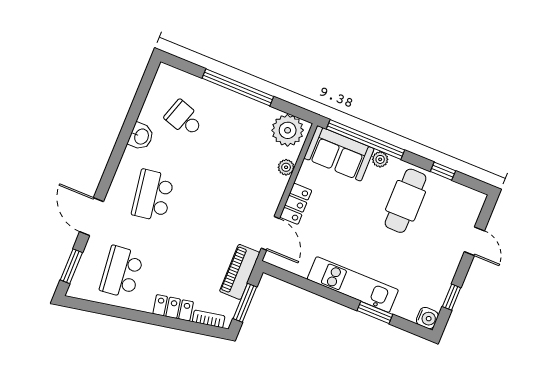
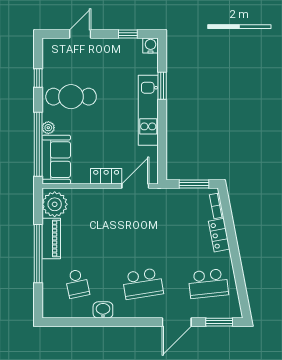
school desk: (184, 119) -> (77, 284), turned -30
plant: (286, 167) -> (82, 194), removed
piano: (240, 272) -> (51, 239), moved, turned -90

